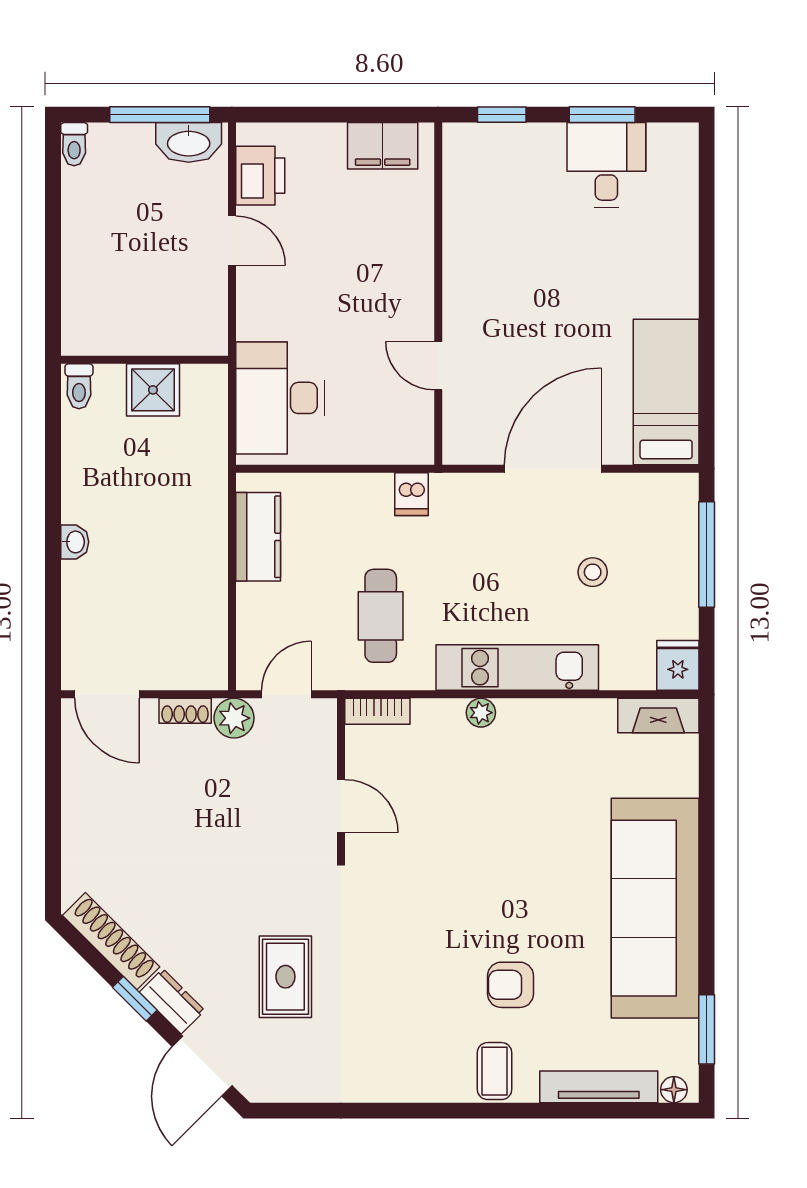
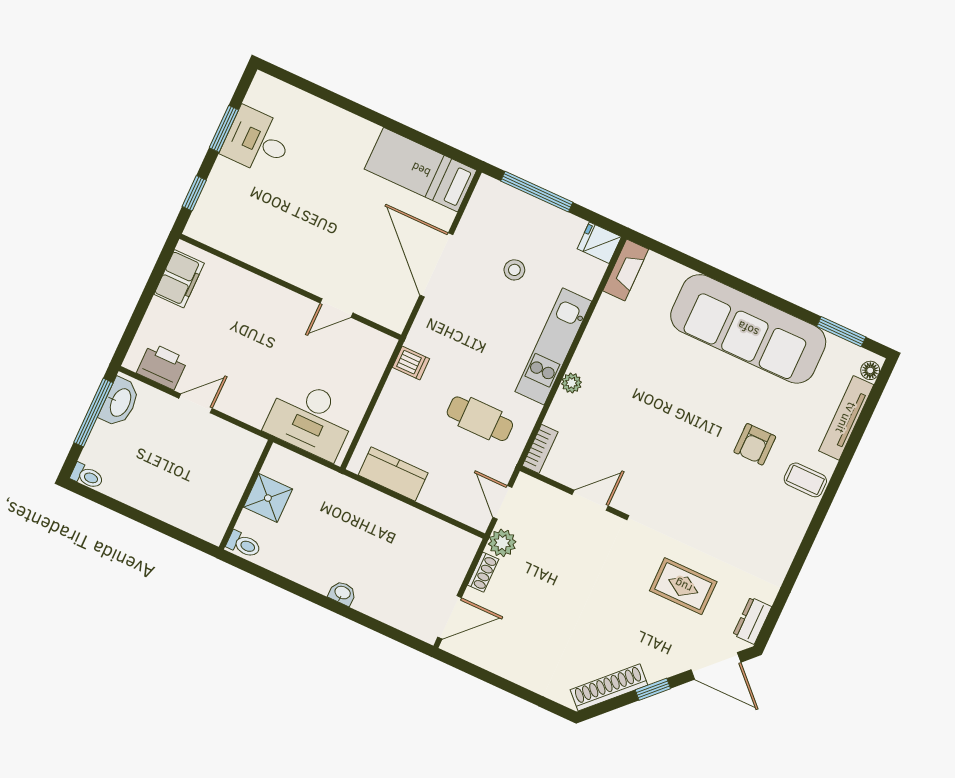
dresser: (172, 1001) -> (752, 621), moved, turned -45

